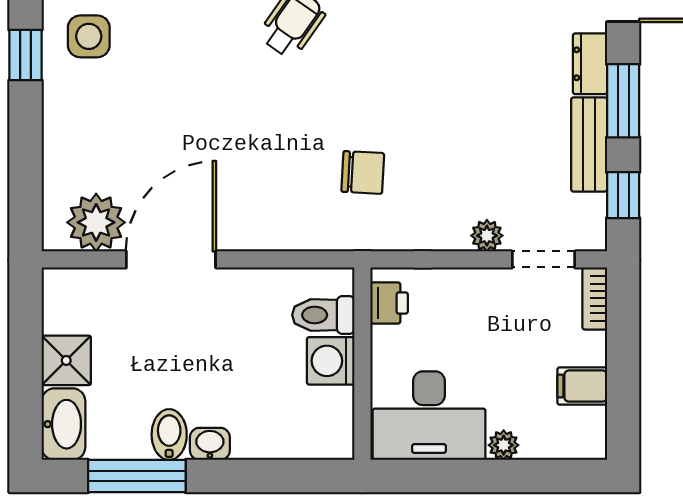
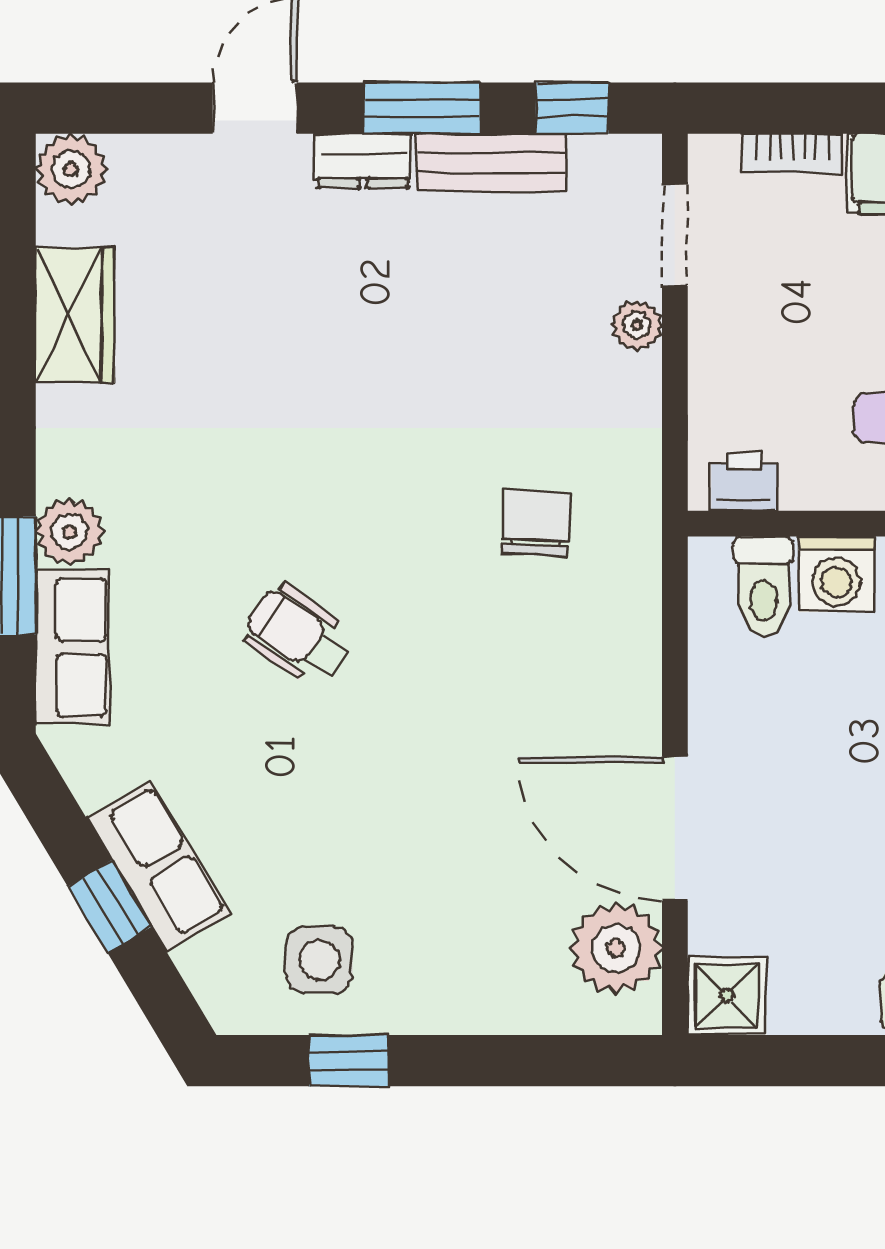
bookcase: (595, 298) -> (792, 153), moved
shower: (66, 360) -> (727, 996), moved

